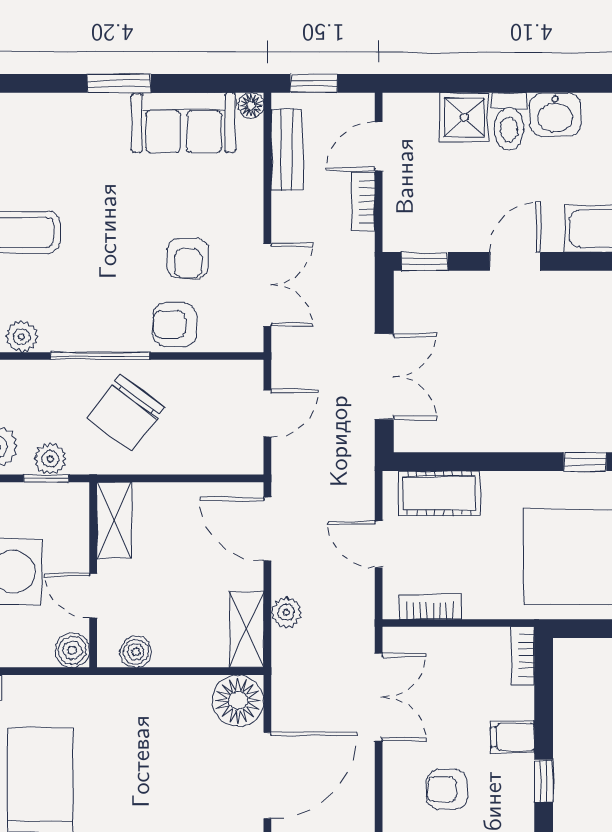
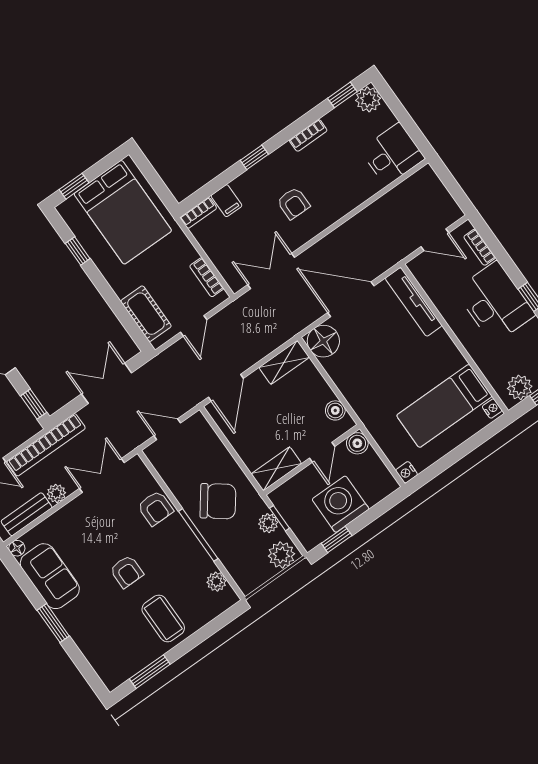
bookcase: (363, 202) -> (46, 445), width x2.31, depth x1.31
armchair: (188, 258) -> (127, 572), moved, turned 90
plant: (286, 612) -> (56, 493), moved
filing cabinet: (513, 737) -> (226, 201), moved

